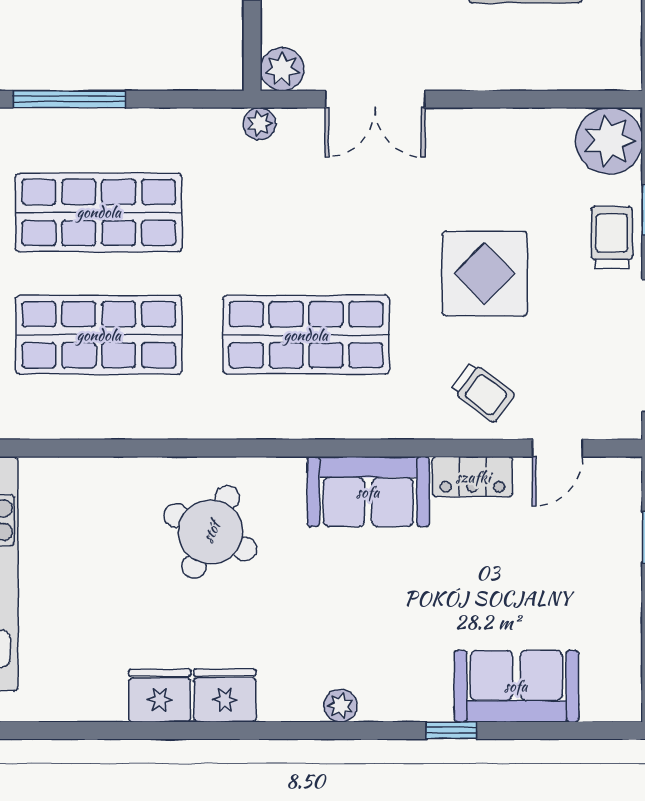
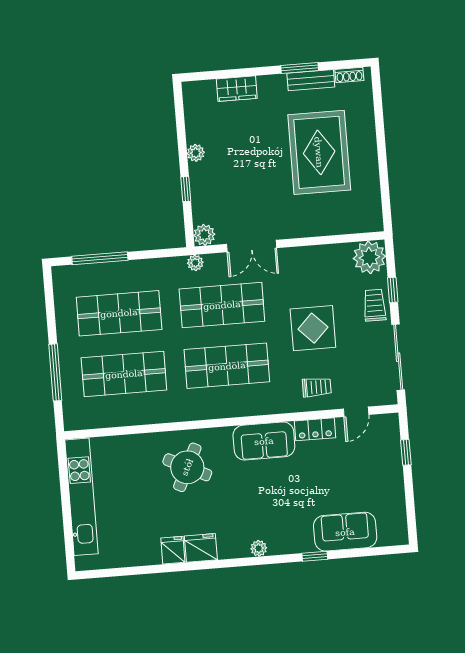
shop shelf: (306, 212) -> (222, 305), added
trolley: (483, 392) -> (317, 387), turned -37
fridge: (160, 696) -> (173, 550), width x0.72

